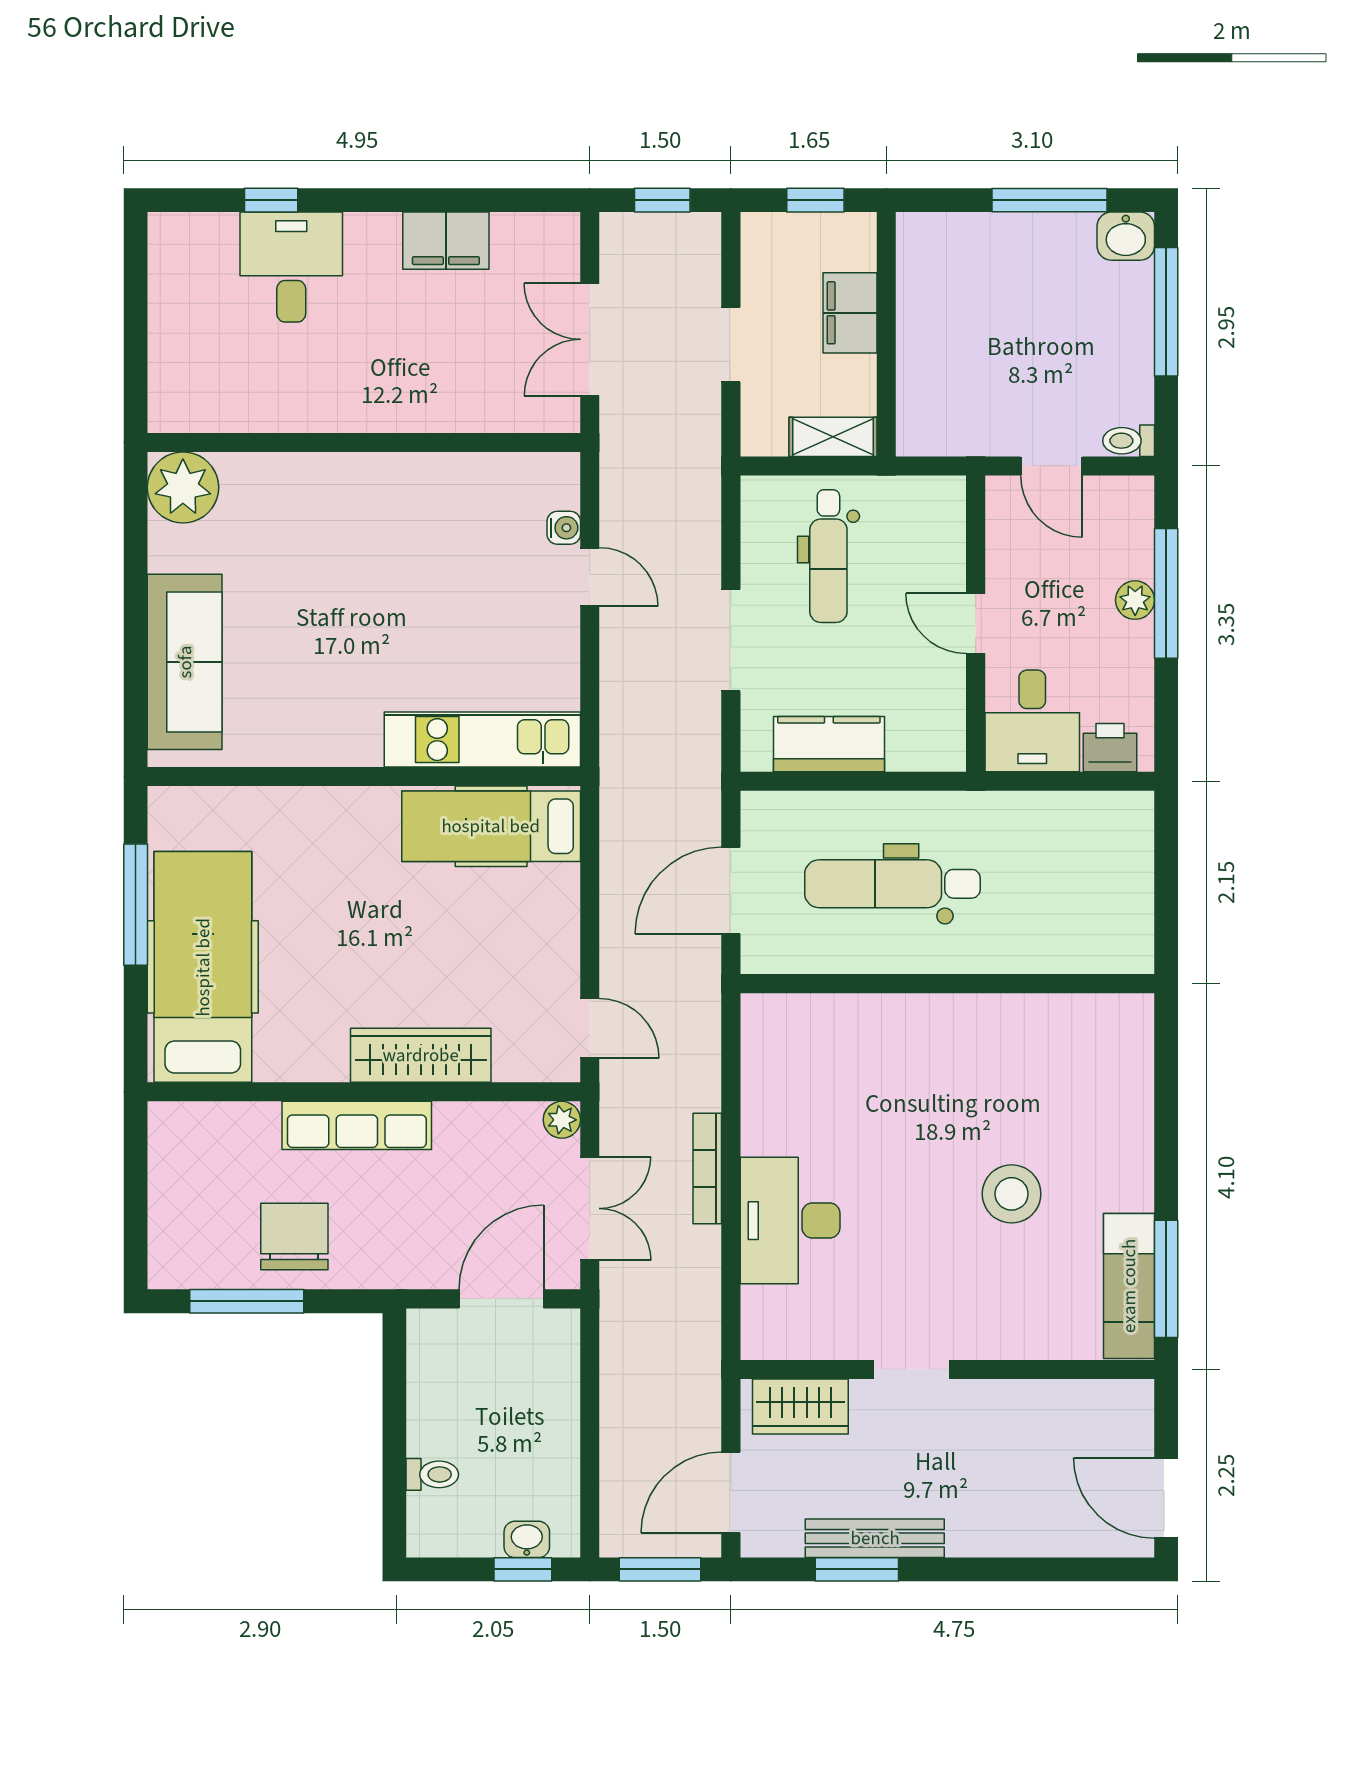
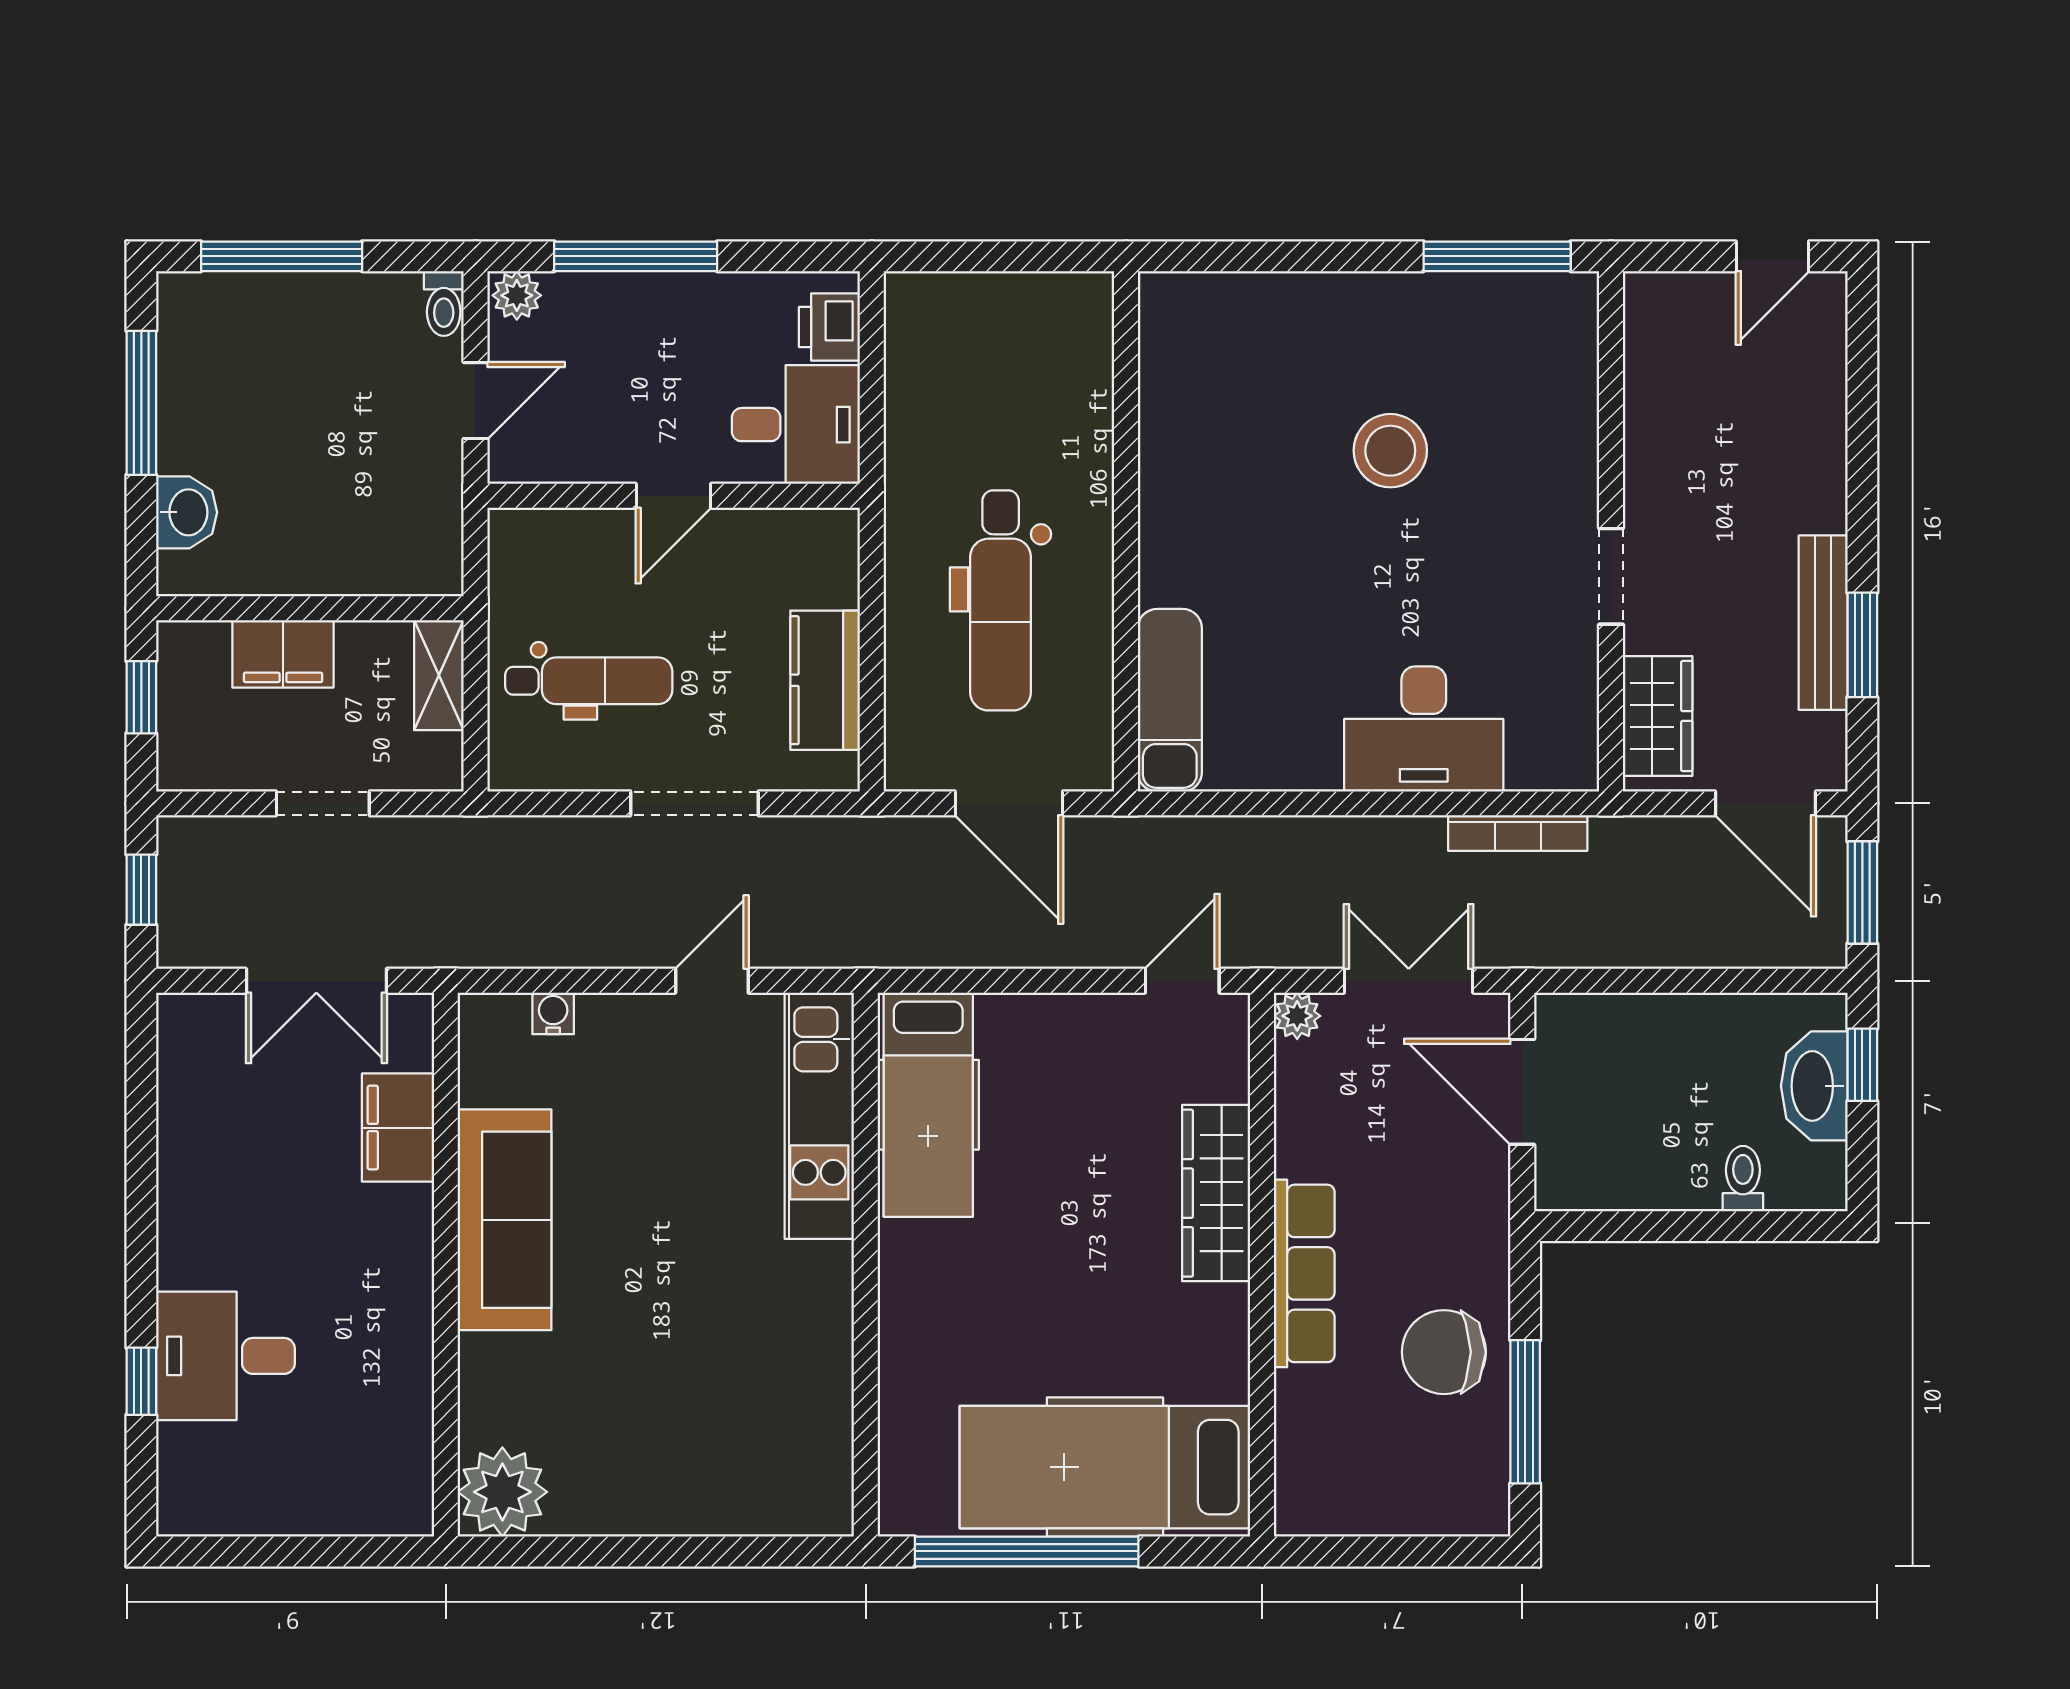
washbasin: (1126, 236) -> (187, 512), moved
filing cabinet: (446, 241) -> (398, 1128), moved, turned 180
door: (590, 577) -> (712, 981), moved
plant: (1135, 600) -> (517, 295), moved
sofa: (185, 662) -> (505, 1220), moved, turned 90
window: (136, 905) -> (1027, 1551), width x1.46
bookcase: (707, 1169) -> (1518, 833), moved
exam couch: (1129, 1286) -> (1170, 700), moved, turned -90
door: (1166, 1498) -> (1772, 256), width x0.73
washbasin: (527, 1539) -> (1814, 1086), width x1.91, depth x1.45

